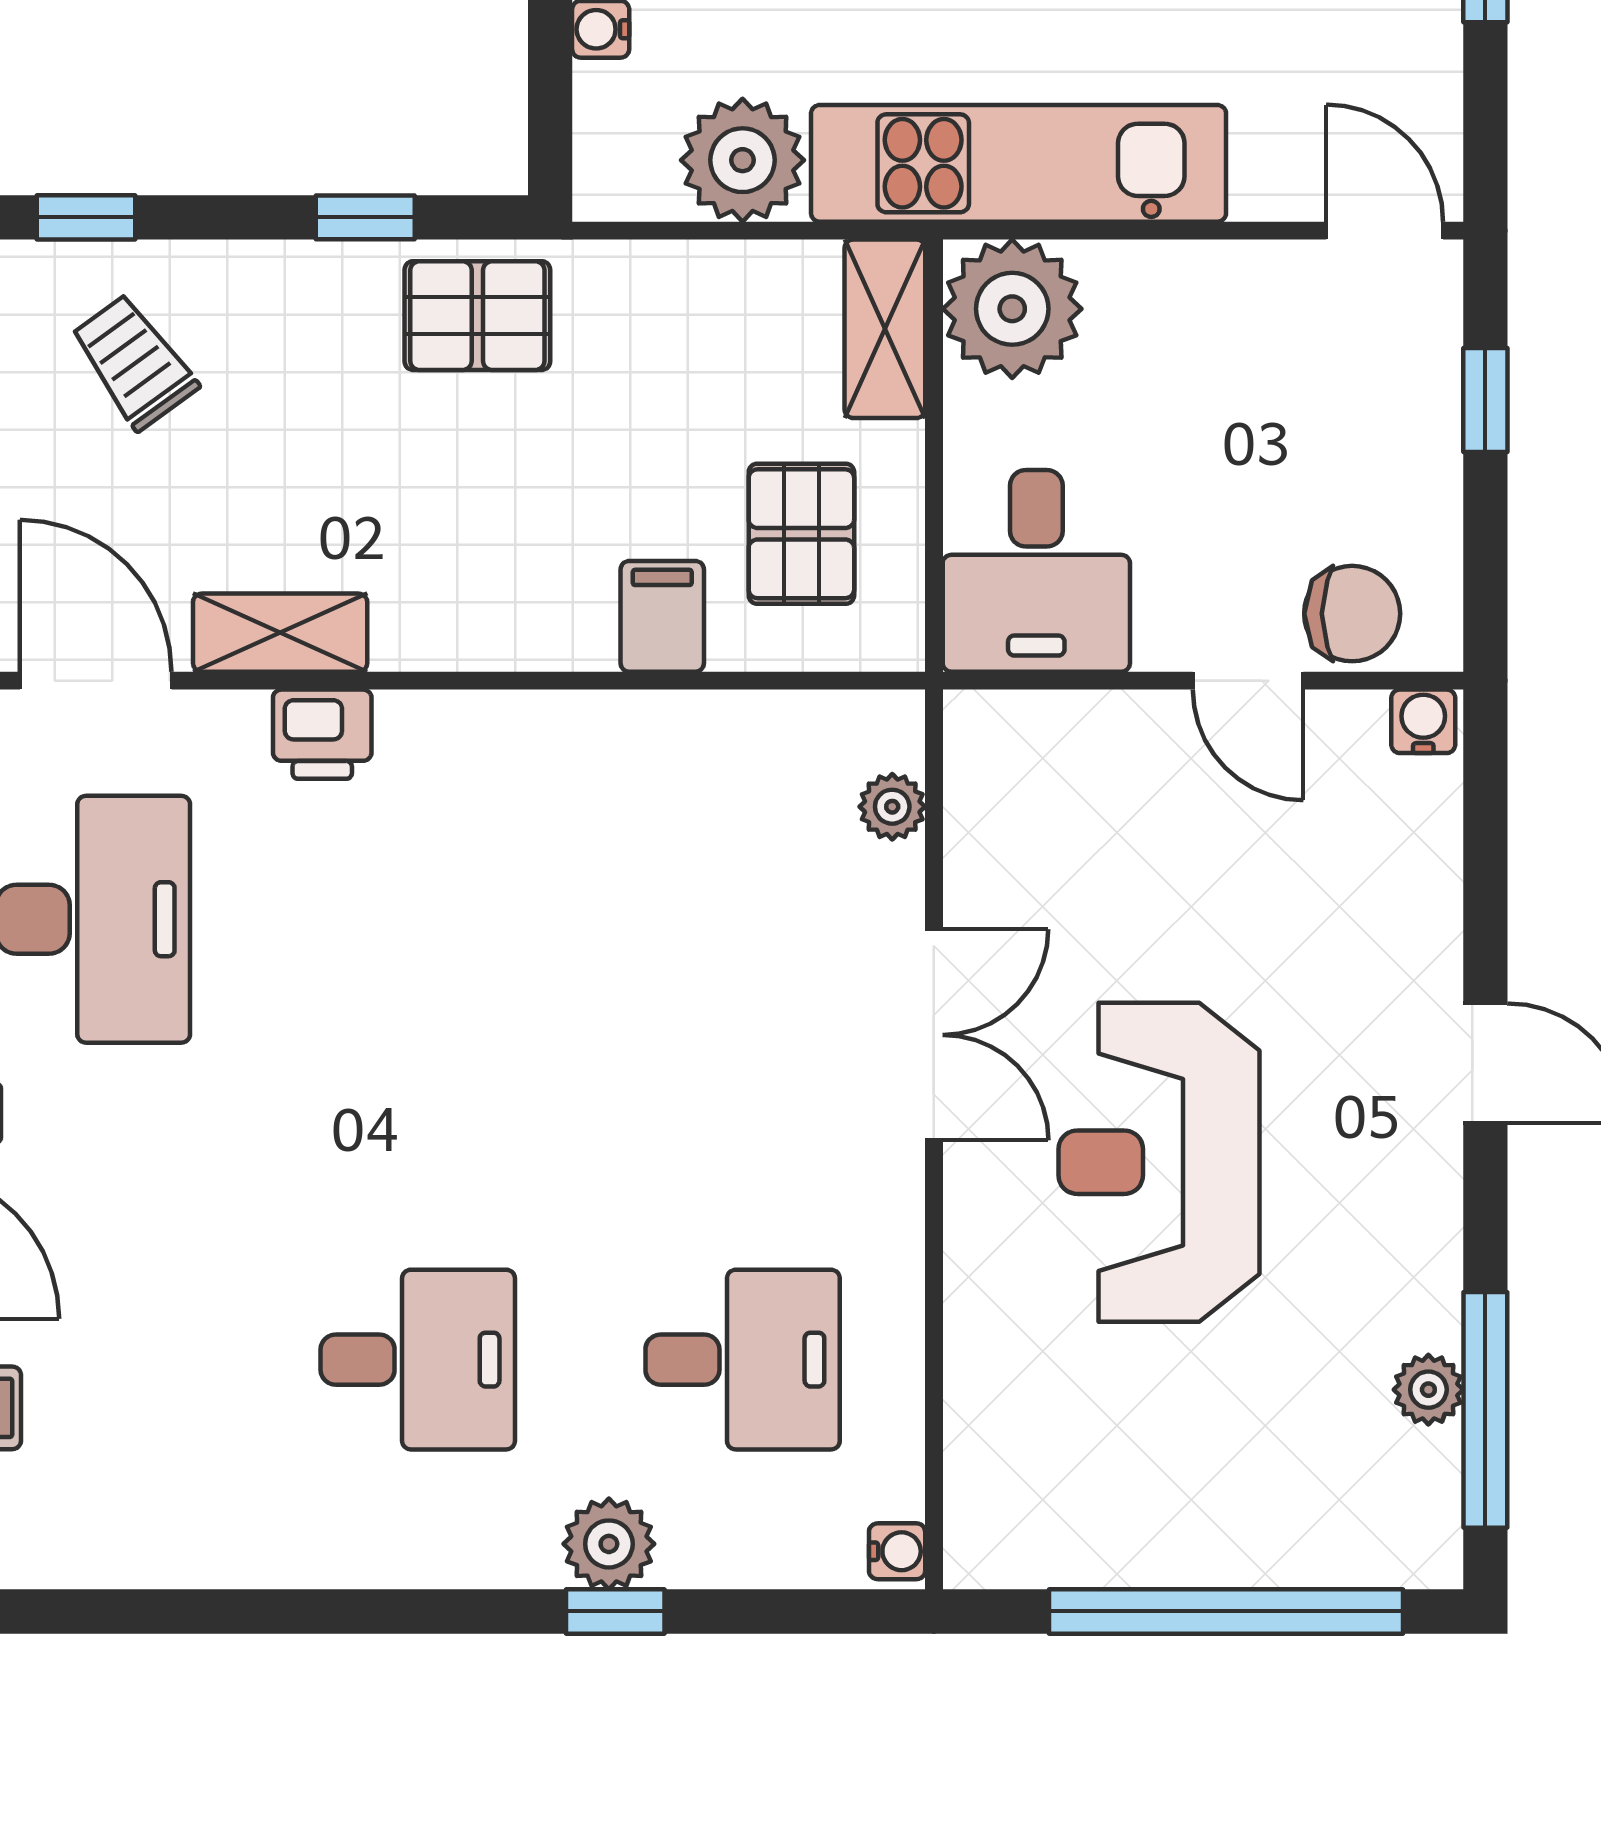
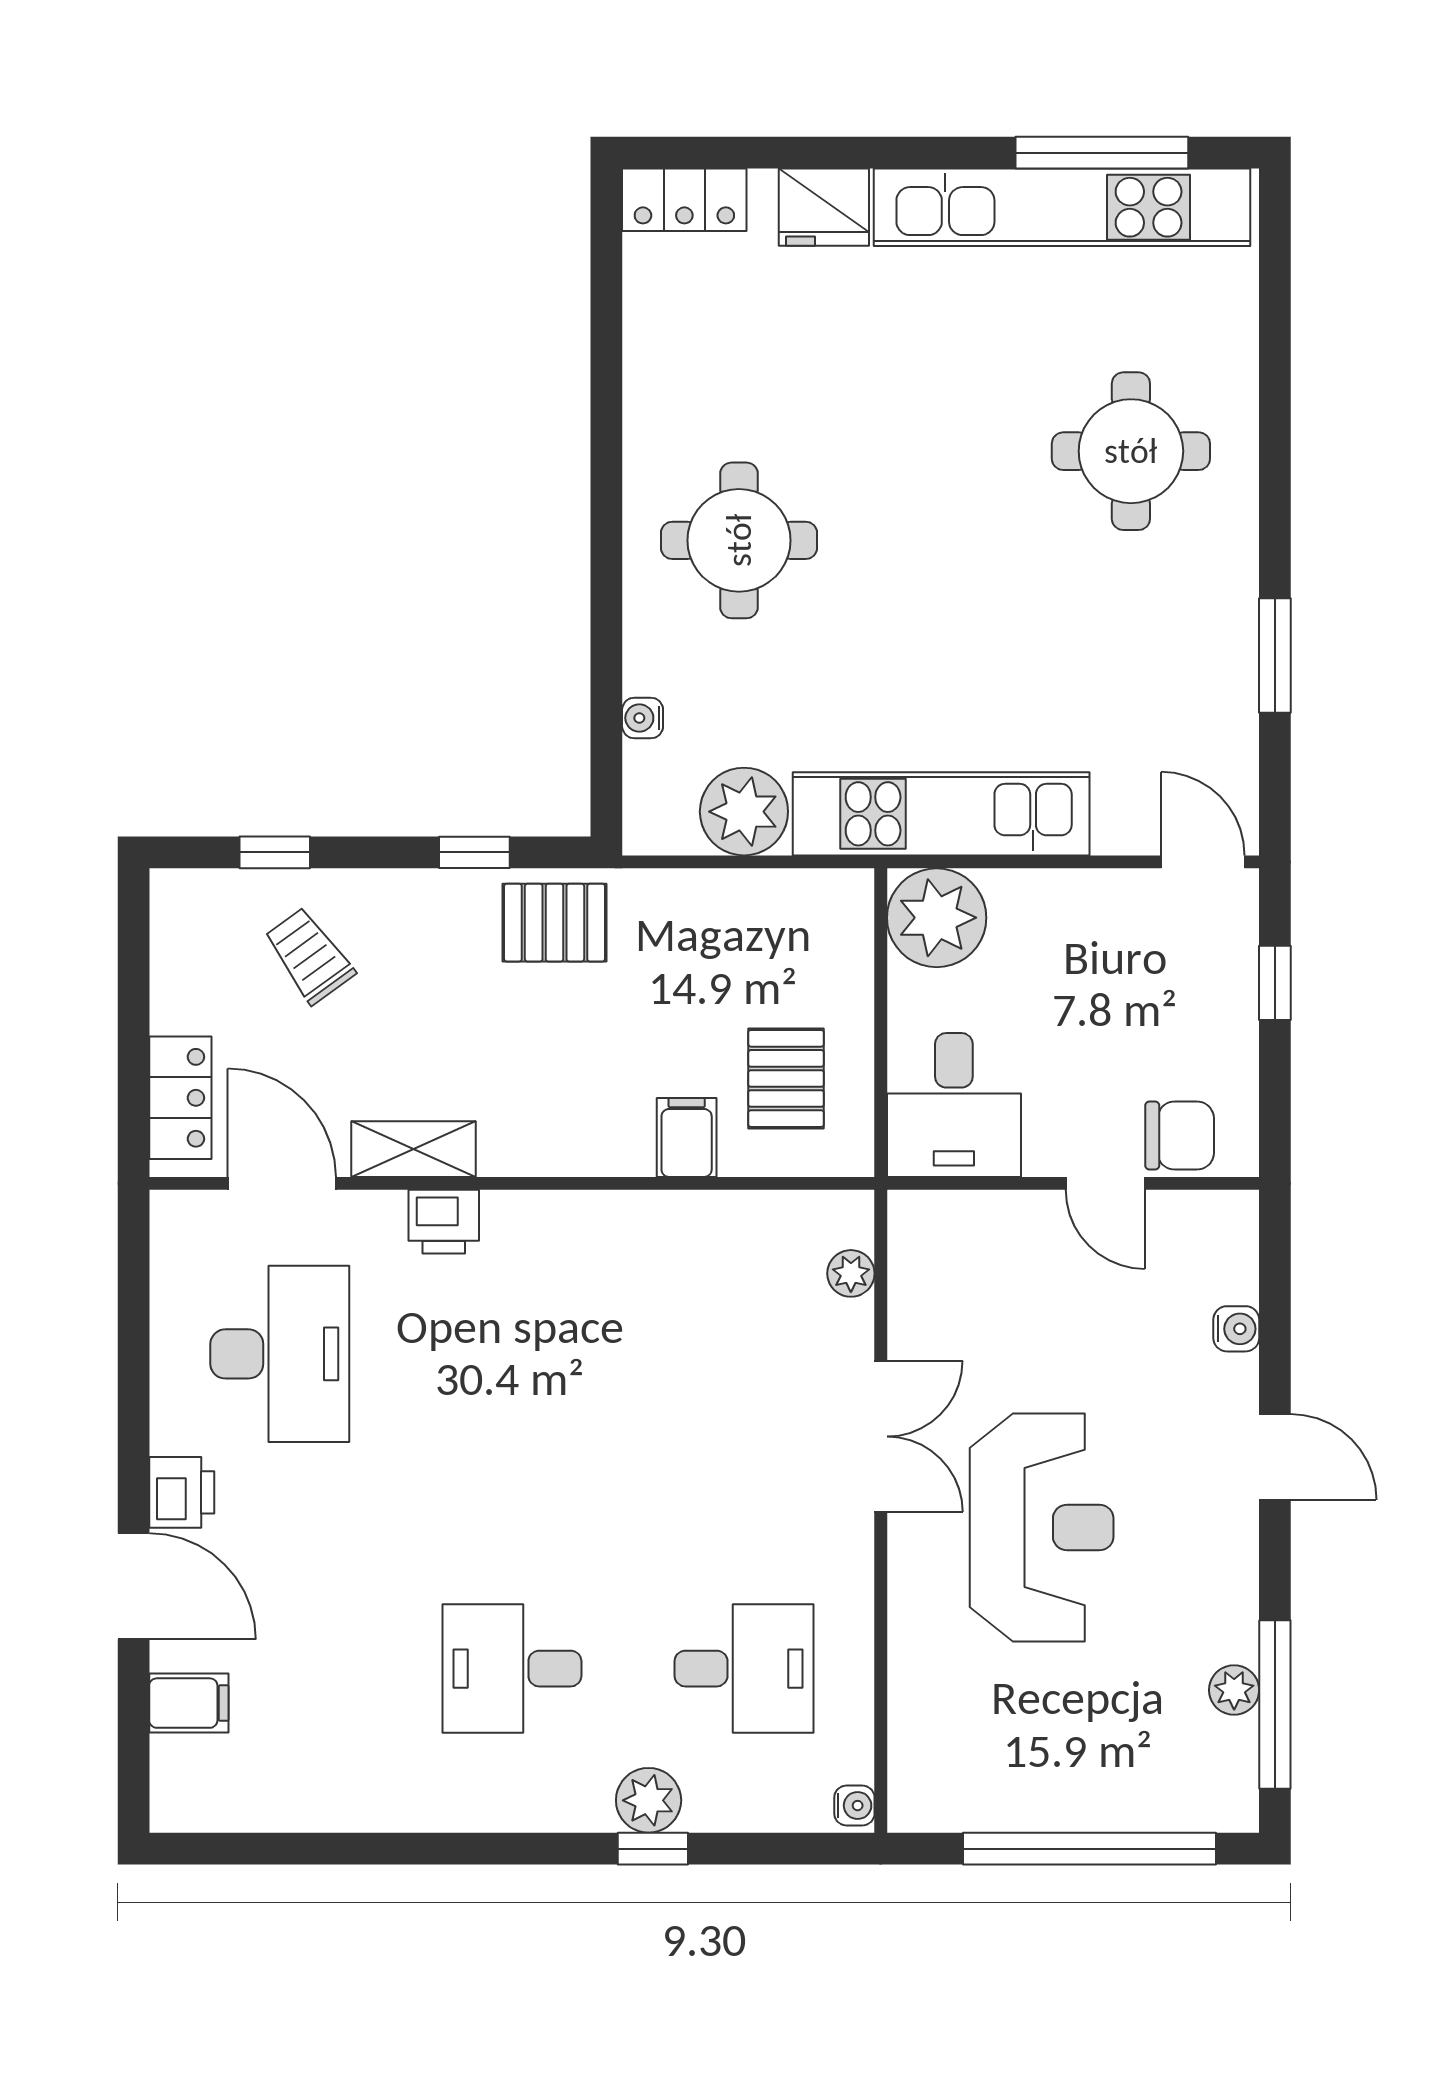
shelving: (885, 329) -> (846, 932), removed
water cooler: (1423, 721) -> (1236, 1329), moved, turned 90
reception desk: (1159, 1162) -> (1042, 1528), turned 180
desk: (418, 1360) -> (512, 1669), turned 180

